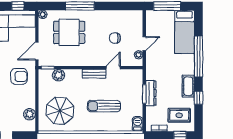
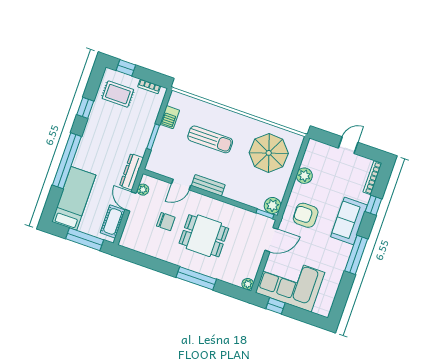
dining table: (69, 32) -> (204, 236), moved
door: (144, 44) -> (131, 201), hinge flipped
plant: (58, 75) -> (272, 205), moved
cot: (188, 86) -> (113, 221), moved
dresser: (151, 93) -> (131, 172), moved
plant: (29, 114) -> (304, 176), moved
barbecue: (137, 124) -> (170, 117), moved

